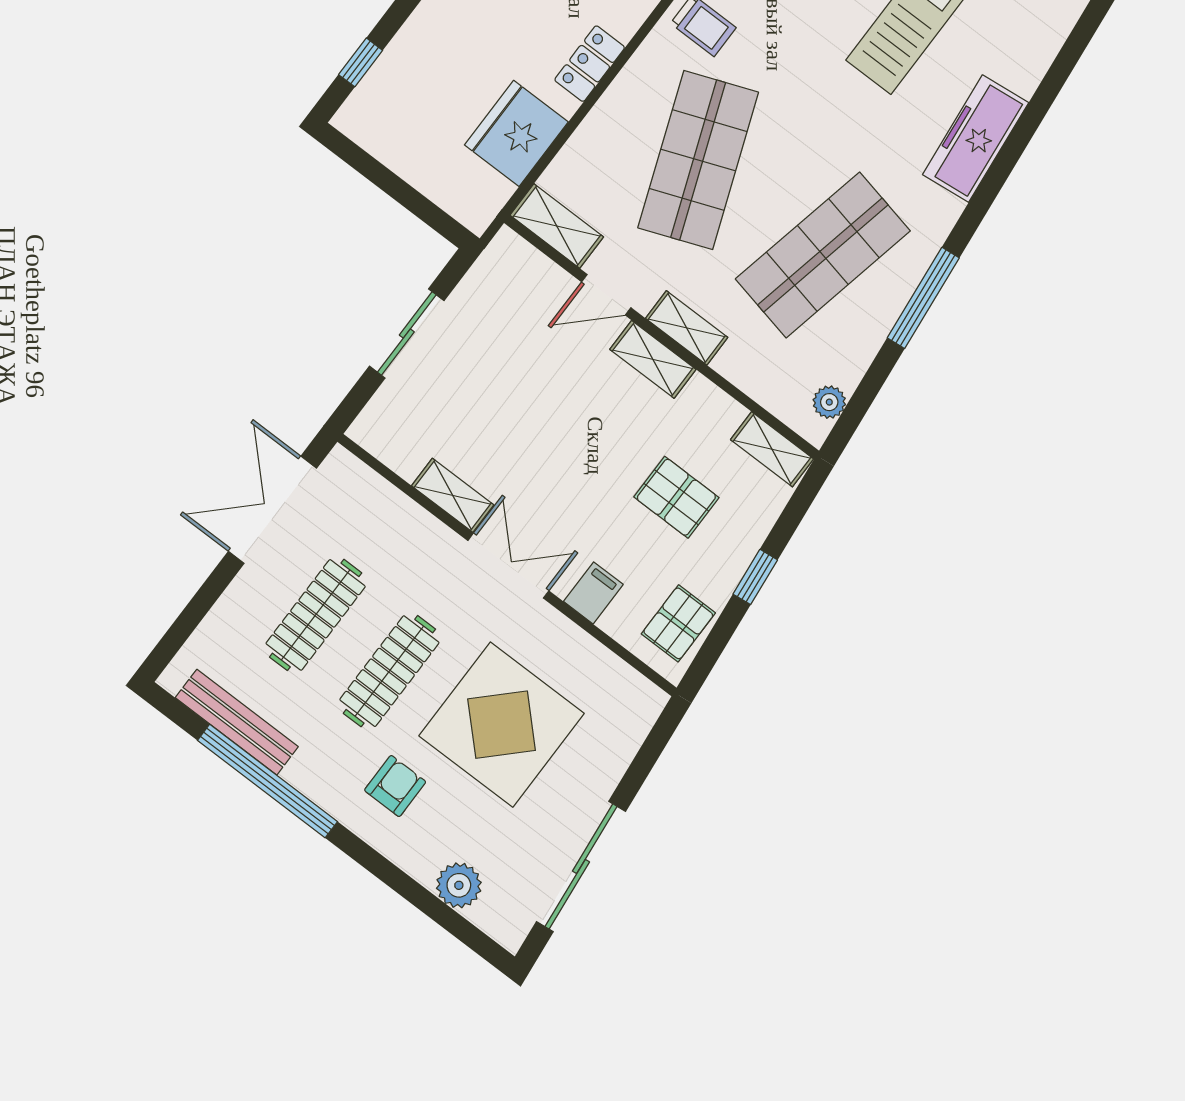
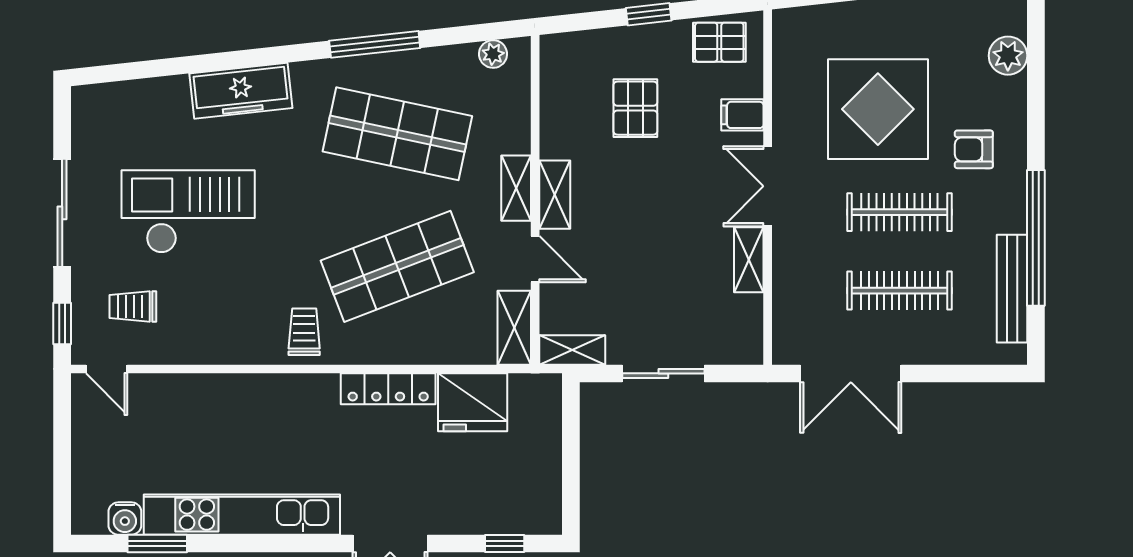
locker: (590, 64) -> (388, 389), width x1.53
shelving: (772, 449) -> (572, 350), moved, turned 90

